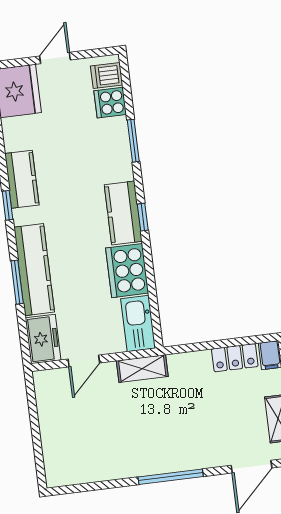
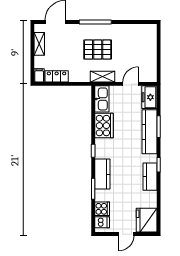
kitchen counter: (123, 213) -> (102, 174), moved
pallet: (159, 422) -> (98, 50), added

